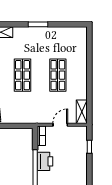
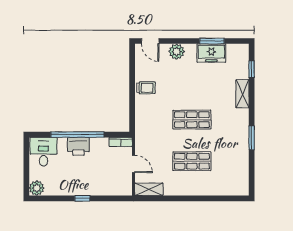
window: (89, 147) -> (82, 198), moved
printer: (45, 161) -> (78, 146), moved

